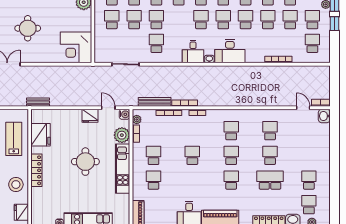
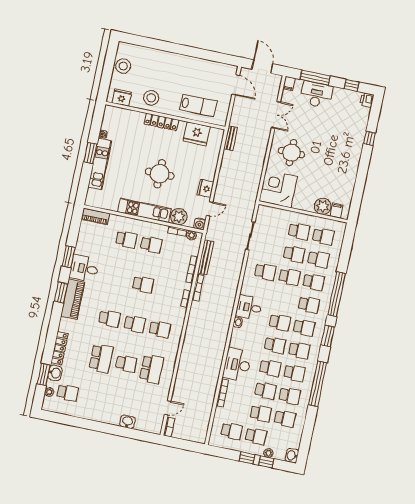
round table: (28, 28) -> (291, 153), moved
desk: (230, 51) -> (237, 365), moved
washbasin: (324, 116) -> (127, 422), moved
school desk: (270, 131) -> (151, 369), width x1.85
school desk: (309, 180) -> (93, 398), removed

